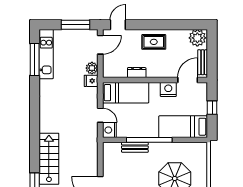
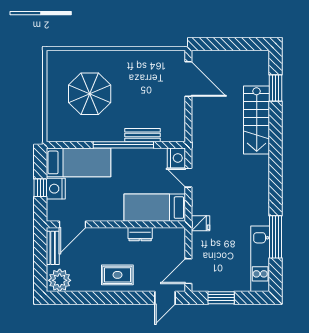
window: (76, 25) -> (221, 298), width x0.69
window: (35, 60) -> (275, 237), moved
plant: (92, 68) -> (200, 240), removed
nightstand: (168, 89) -> (56, 189), moved, turned 90

